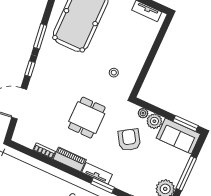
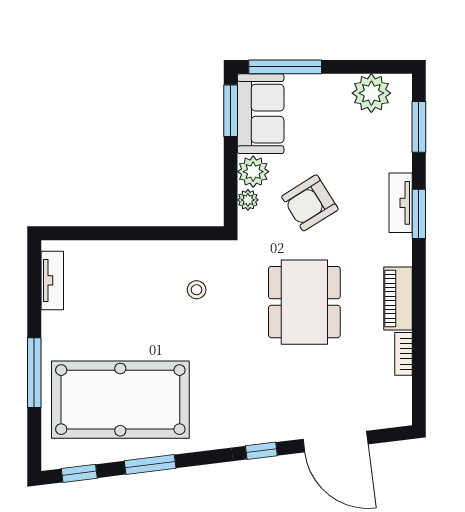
window: (40, 36) -> (150, 465), moved
dining table: (87, 118) -> (304, 302), width x1.38
tv unit: (97, 173) -> (401, 203), moved
window: (186, 173) -> (285, 67), moved

